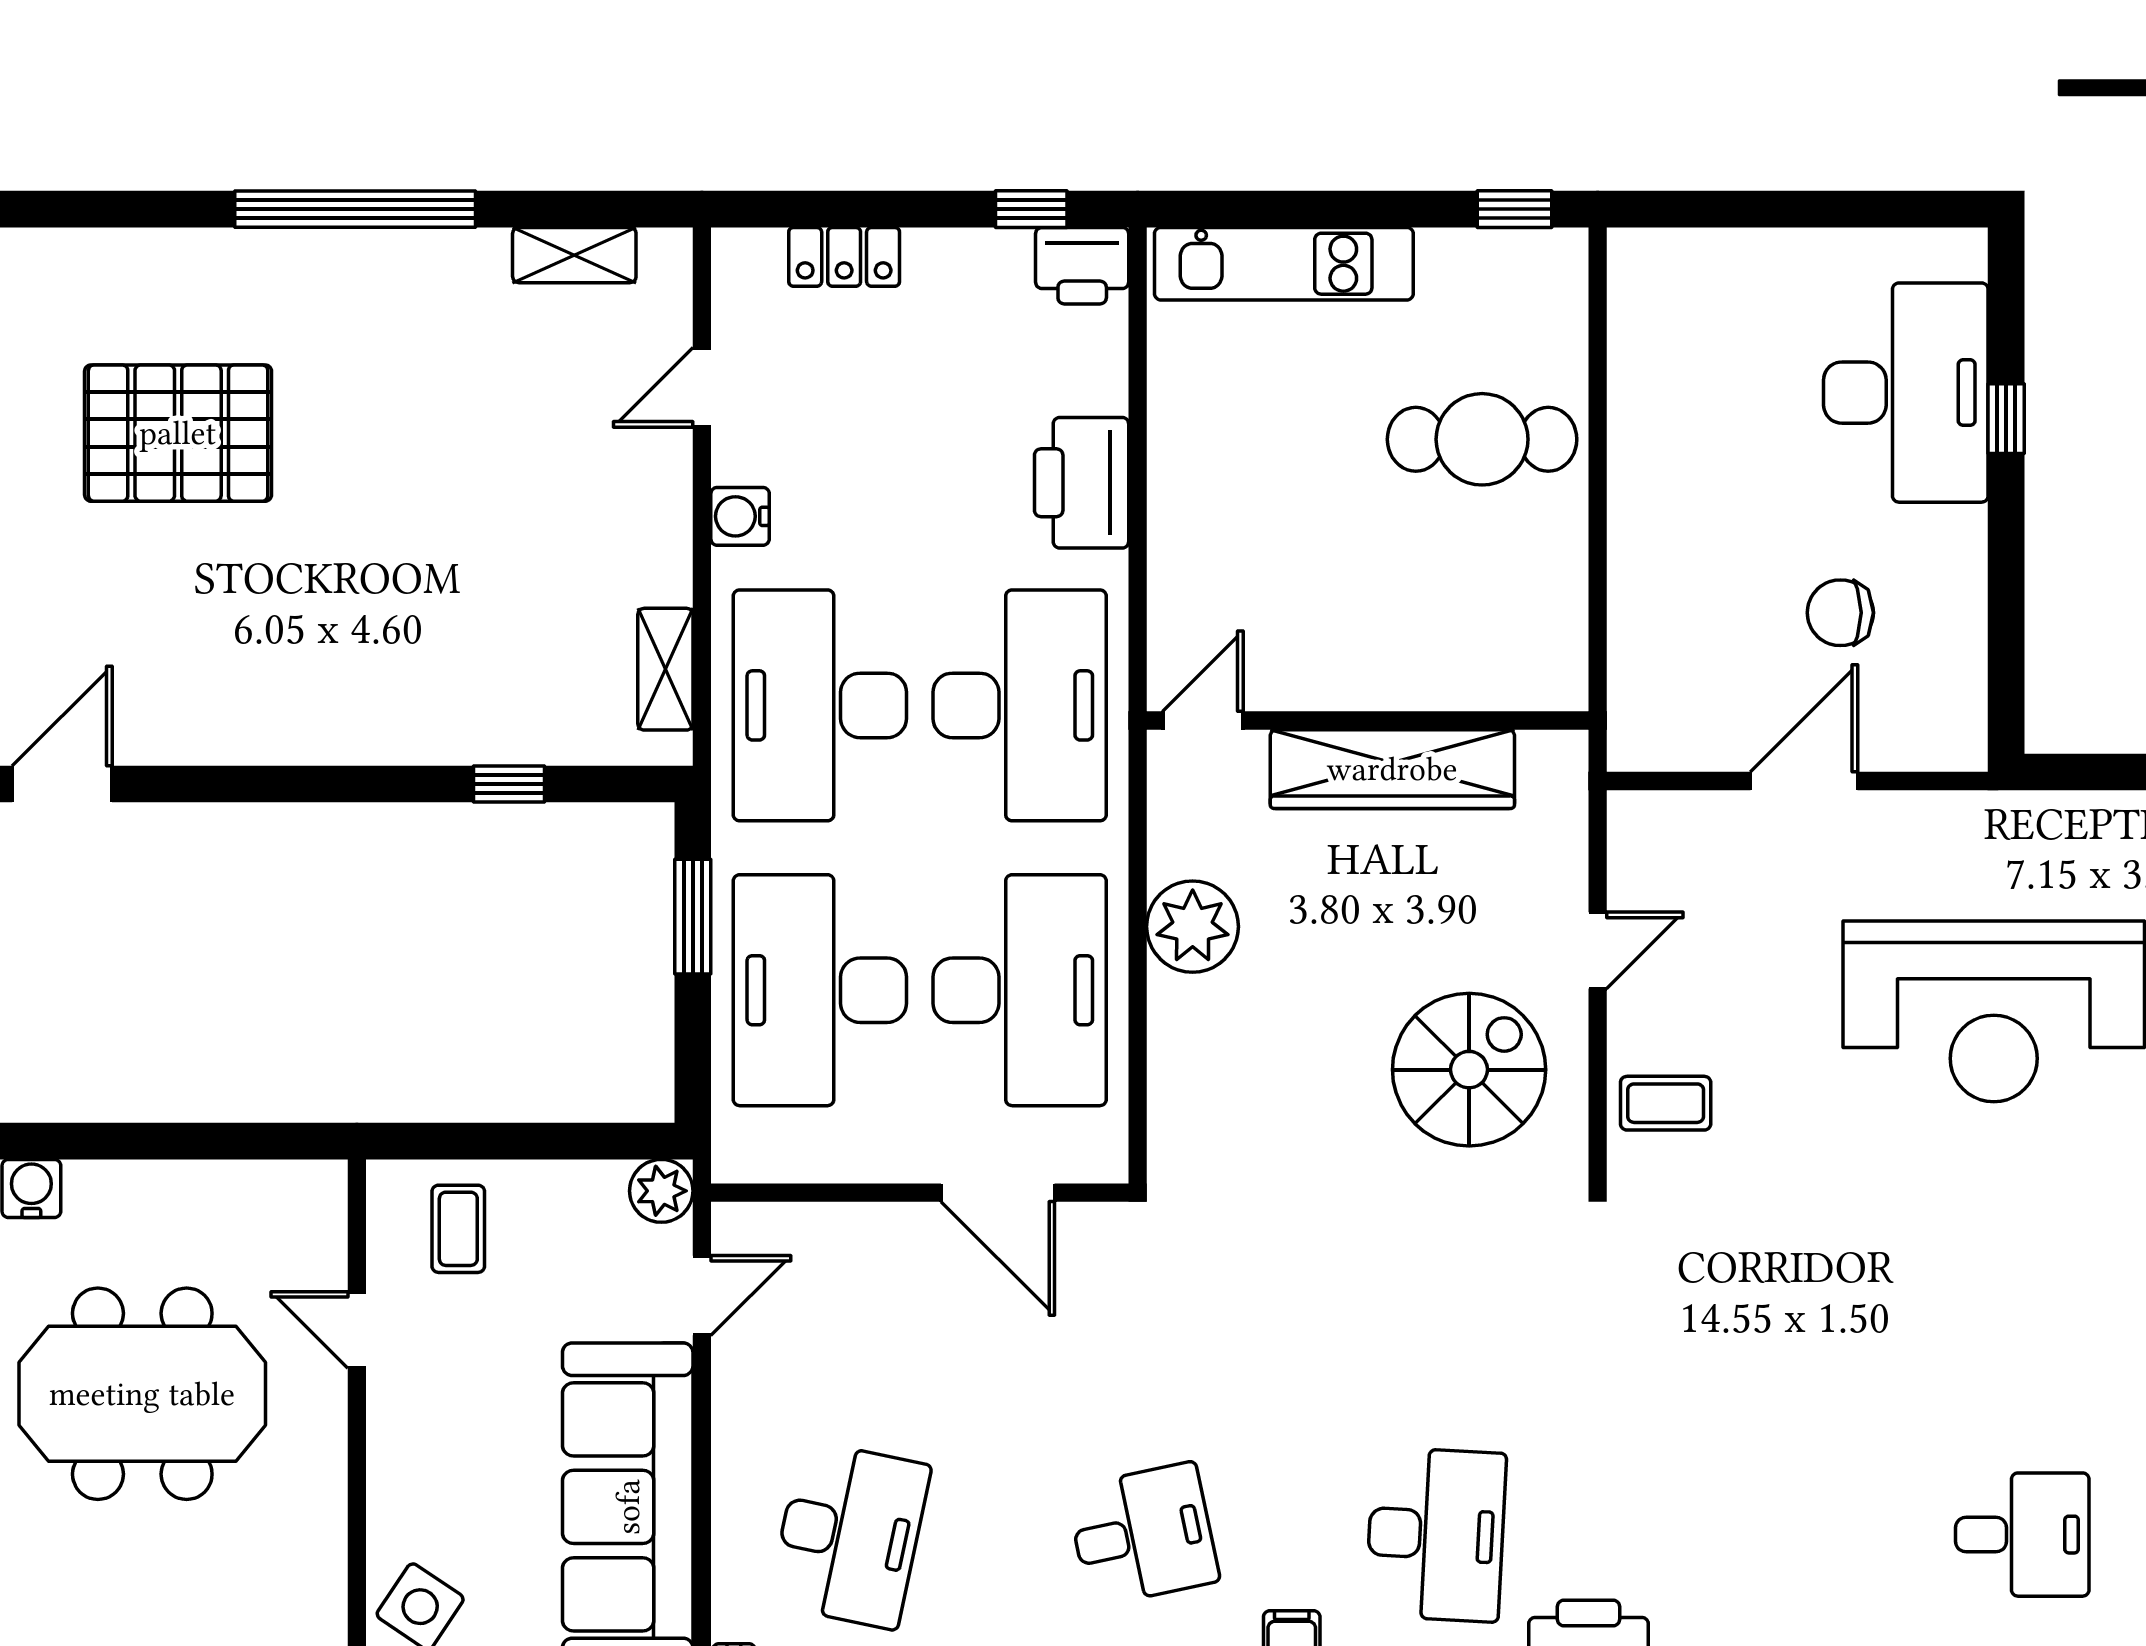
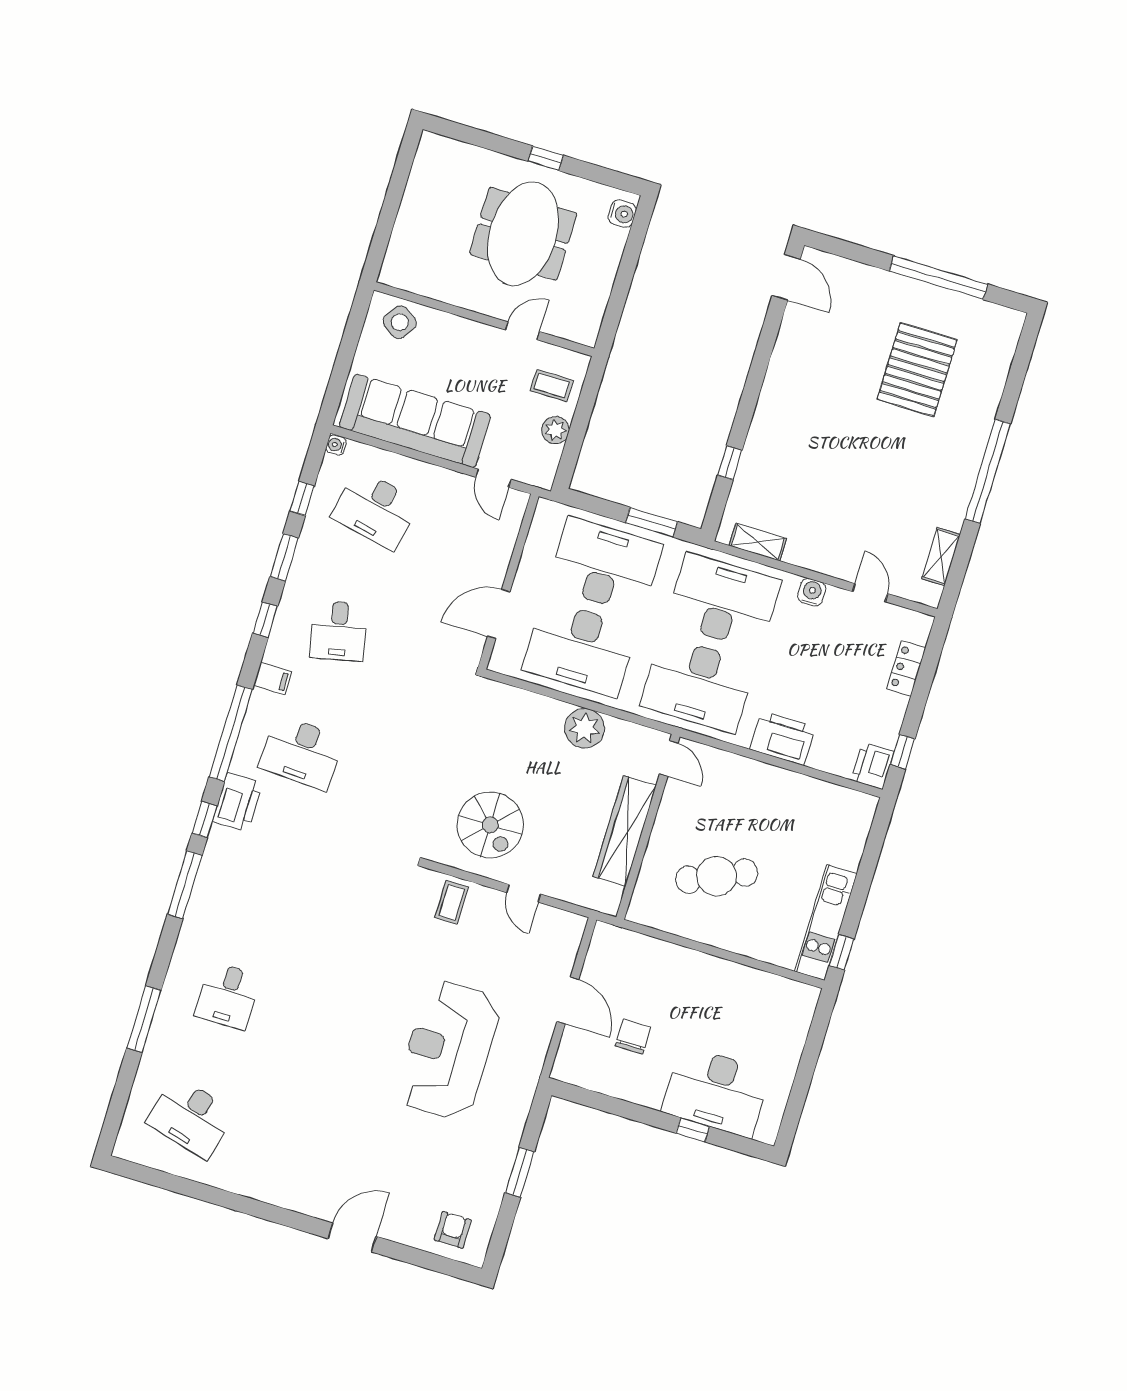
kitchen unit: (1284, 264) -> (826, 922), moved
cafe table: (1482, 439) -> (717, 876), moved, turned 66
plant: (661, 1191) -> (555, 430), moved

